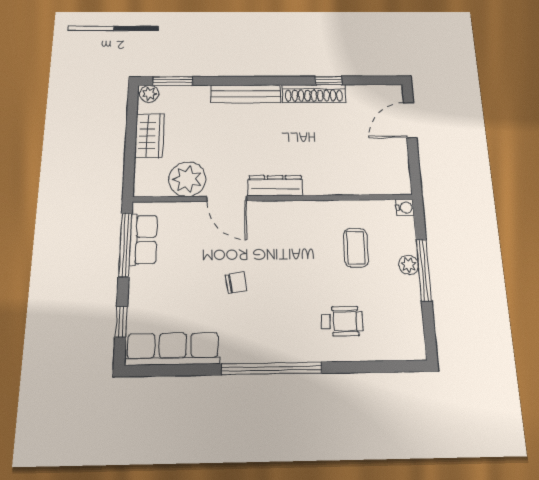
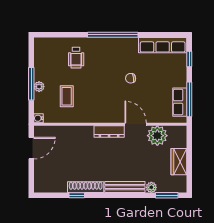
plant: (149, 94) -> (151, 187), moved
door: (410, 120) -> (31, 148), moved
wheelchair: (342, 321) -> (76, 58), turned -90

